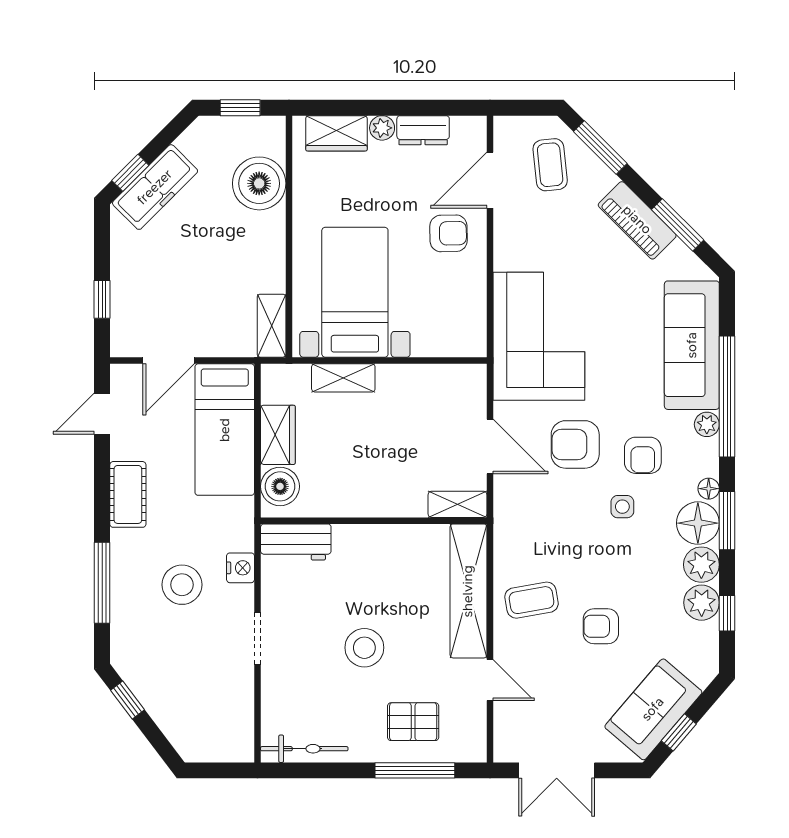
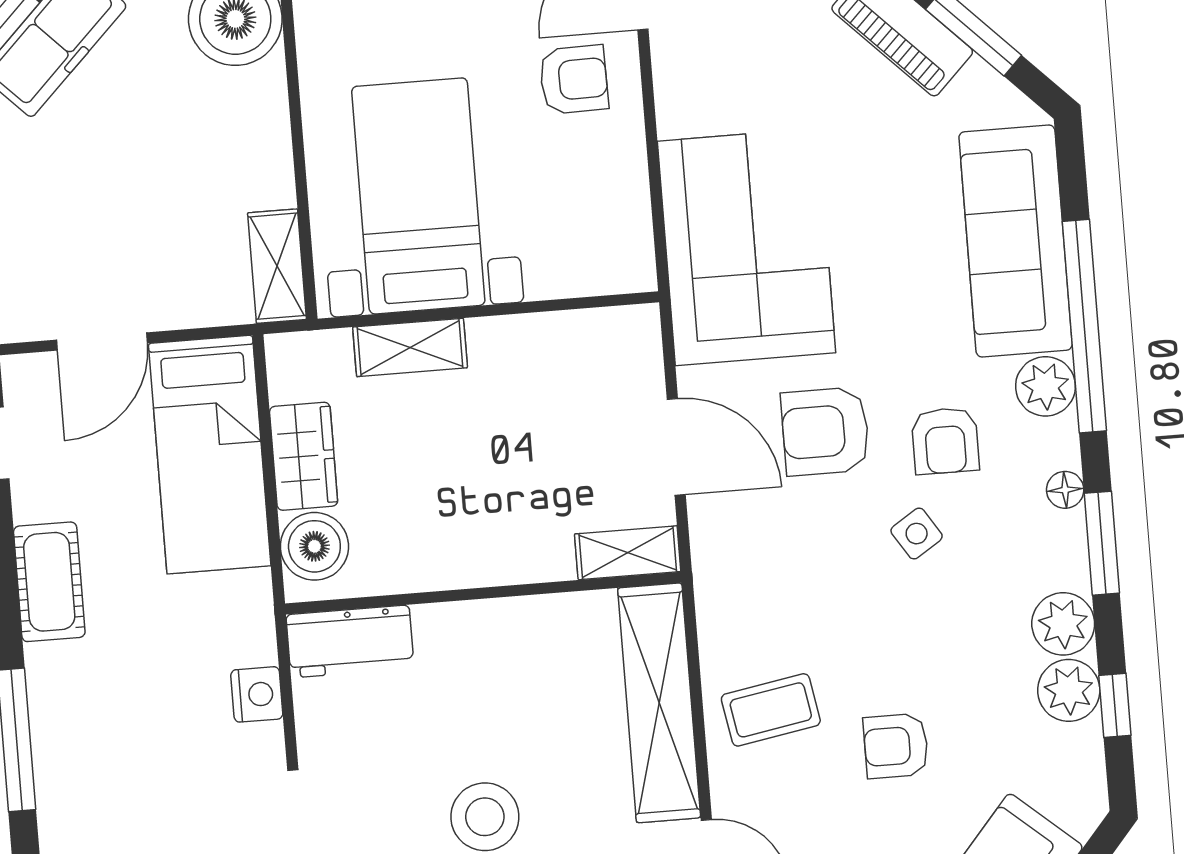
plant: (707, 424) -> (1046, 386), width x1.38, depth x1.38
side table: (622, 507) -> (917, 534), turned -33
floor lamp: (698, 523) -> (1051, 552), removed
stool: (182, 585) -> (157, 732), removed

